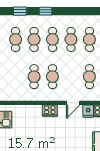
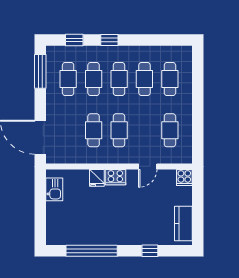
fridge: (88, 111) -> (97, 178), moved

